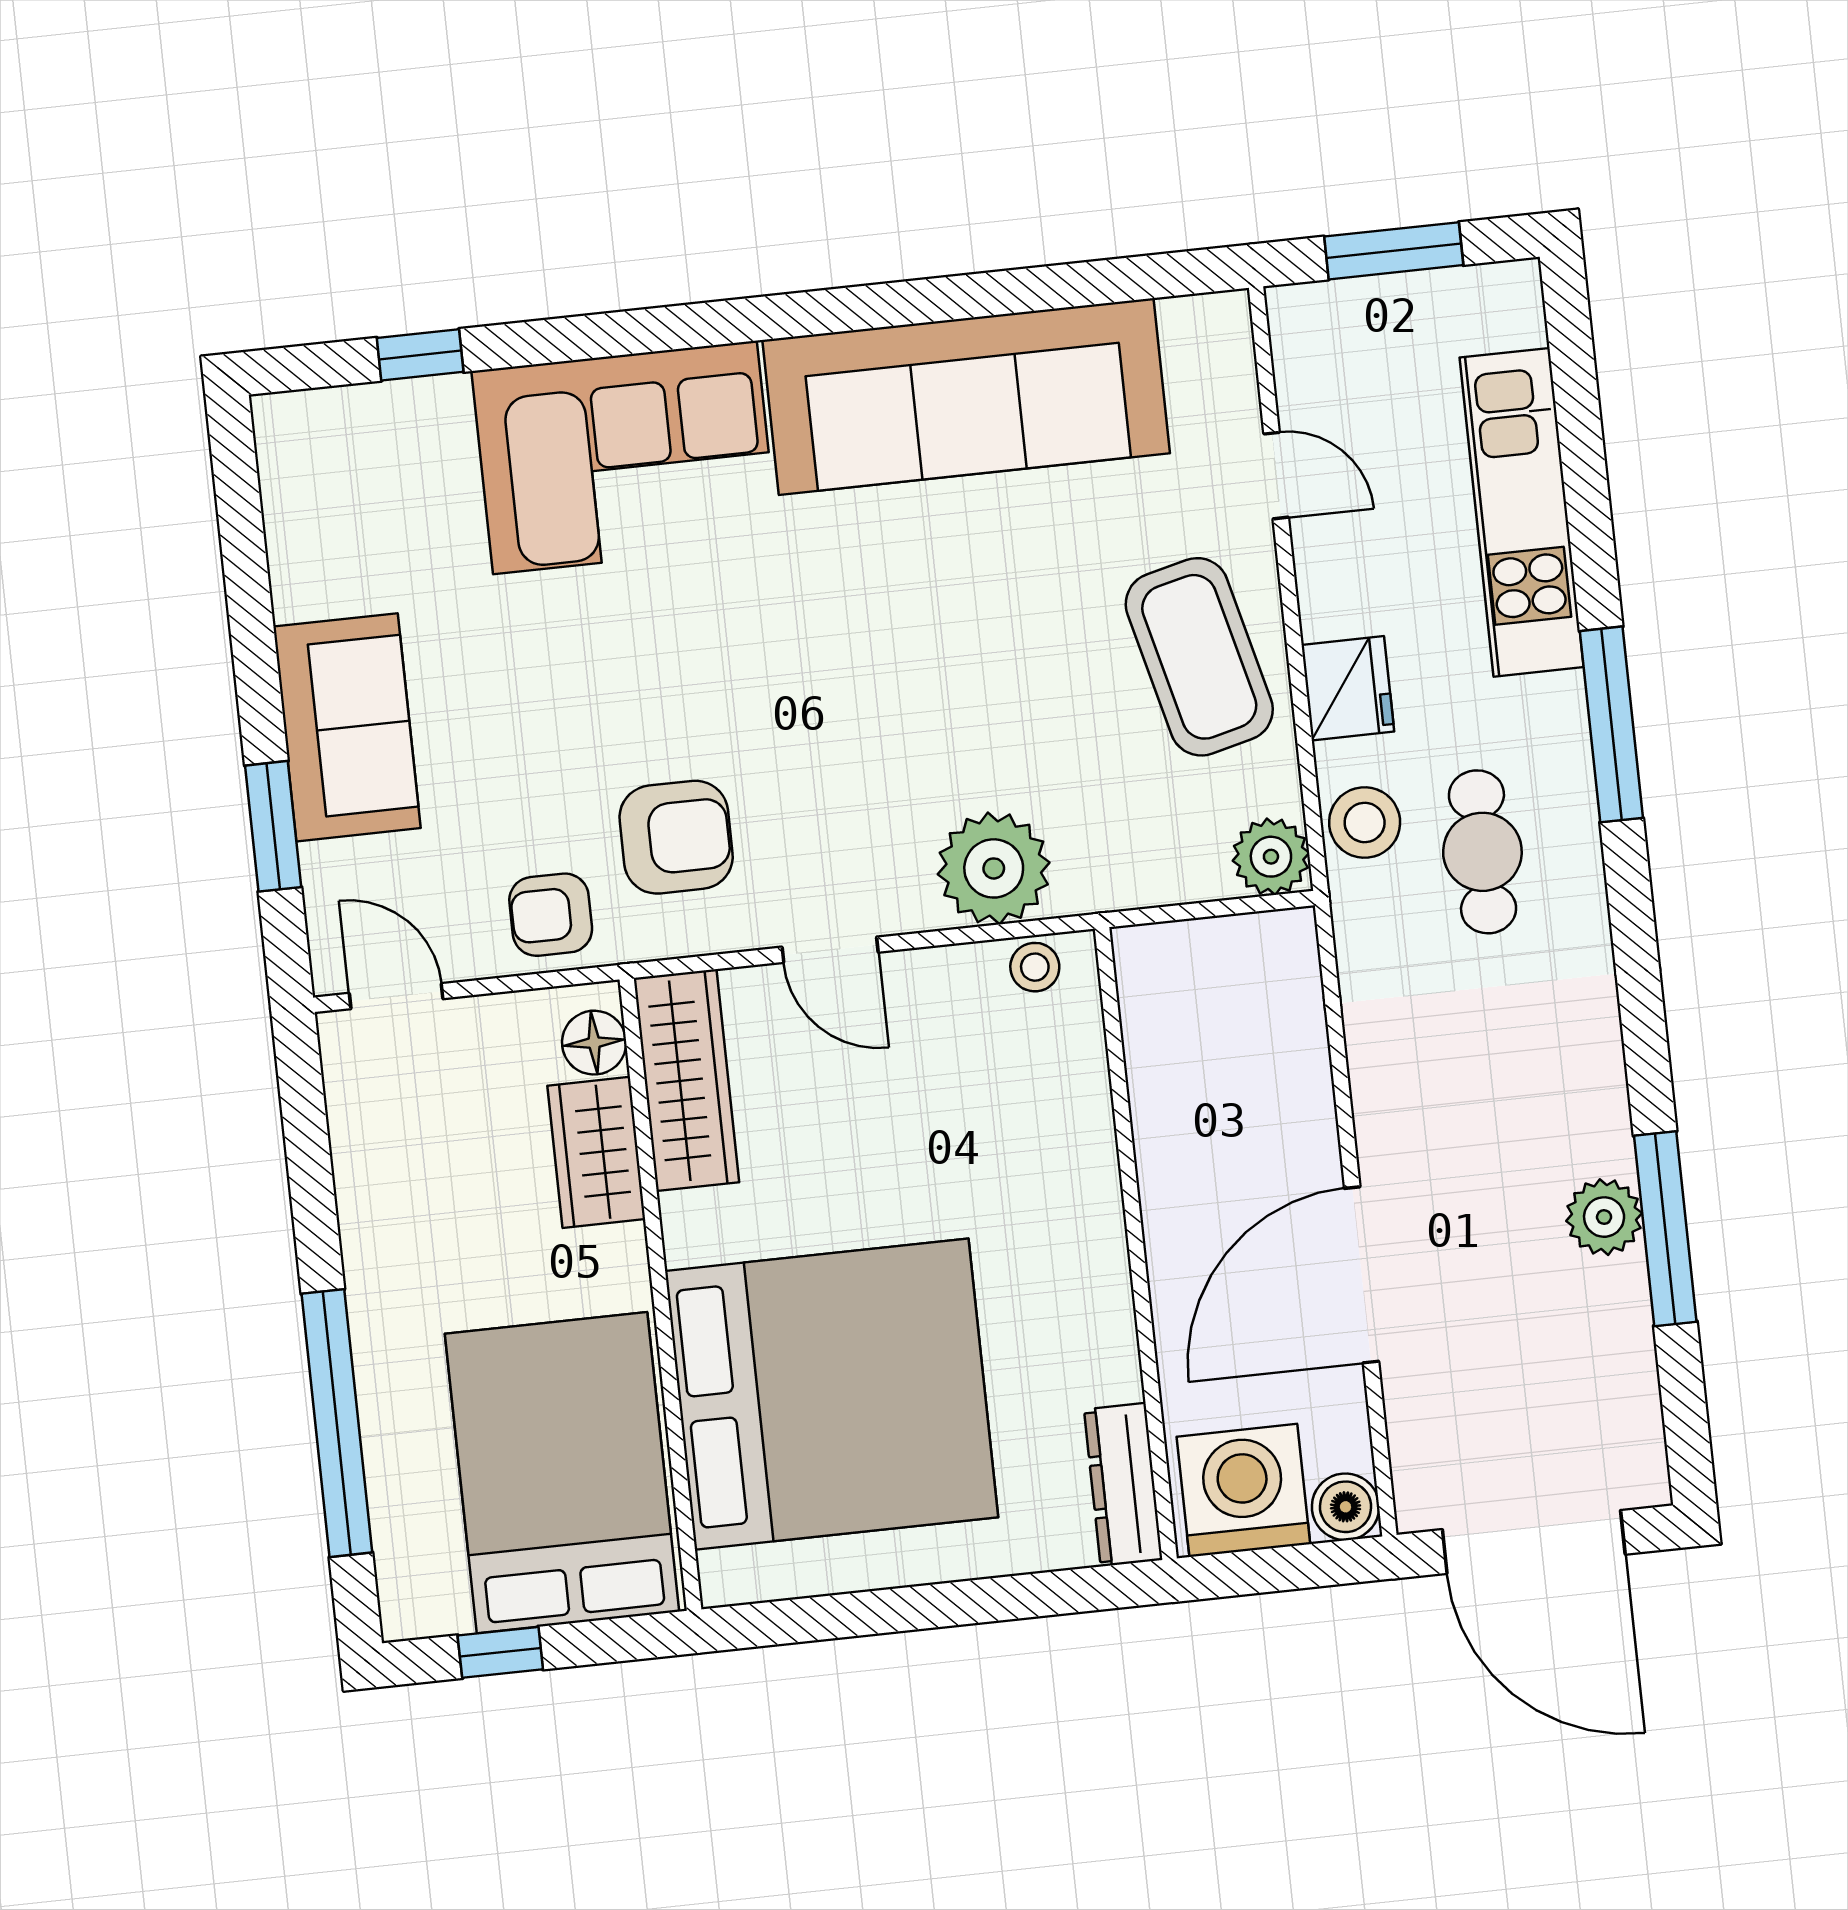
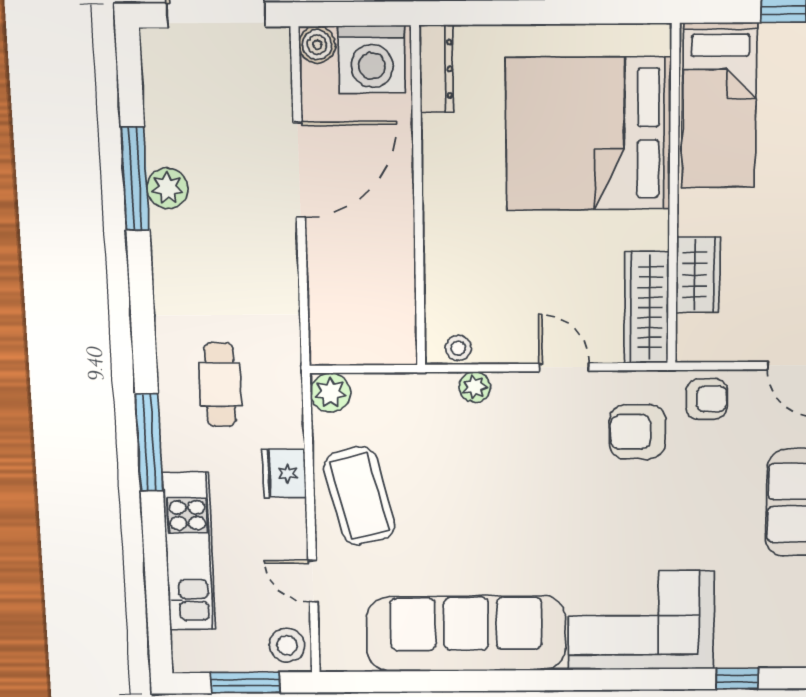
stool: (1365, 822) -> (287, 645), moved
plant: (994, 868) -> (475, 387), width x0.53, depth x0.53
floor lamp: (594, 1043) -> (692, 332), removed
bed: (562, 1473) -> (719, 106), width x0.67

